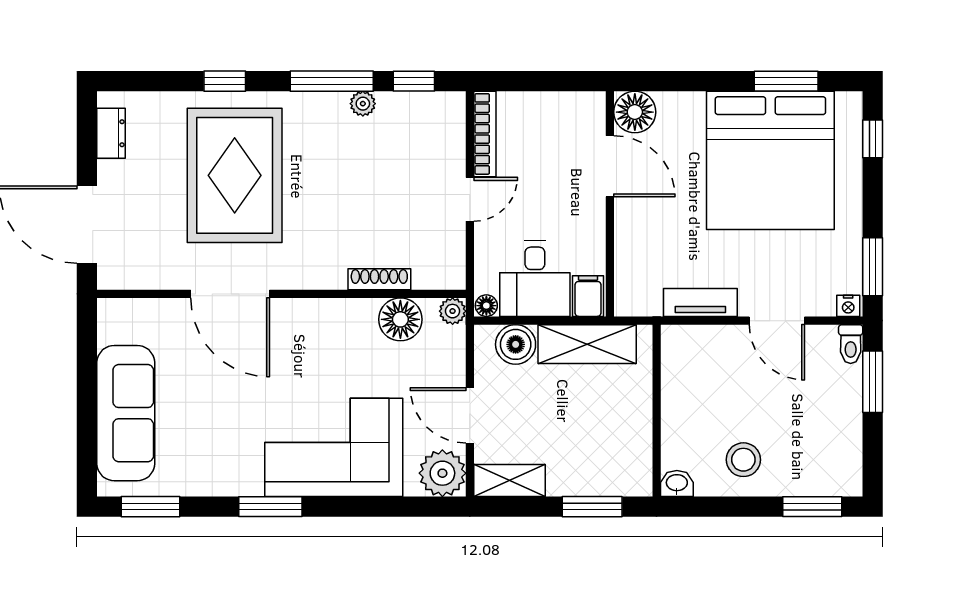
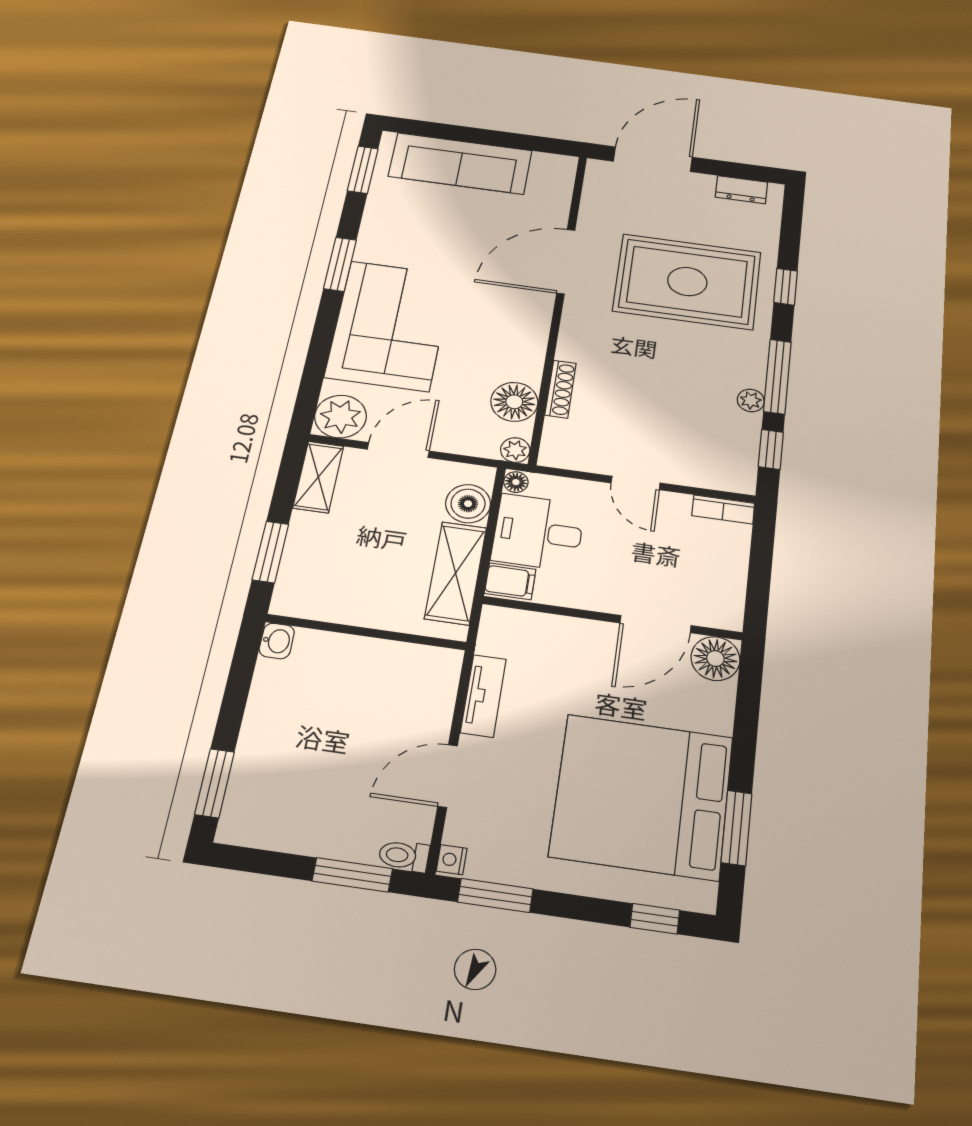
bookcase: (485, 134) -> (723, 509), width x0.64
stool: (743, 460) -> (289, 715), removed

